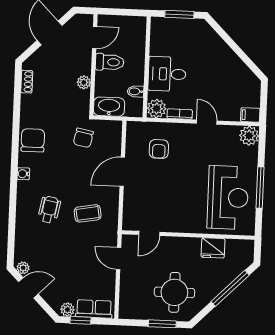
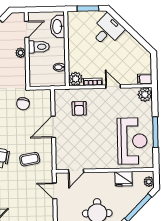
desk: (167, 74) -> (107, 30), moved, turned 135
plant: (84, 82) -> (21, 53), moved
washbasin: (109, 107) -> (58, 27), moved, turned -90
plant: (247, 254) -> (149, 182), added

